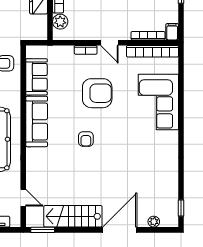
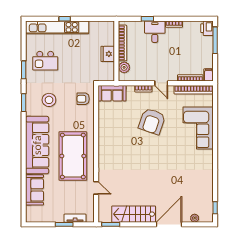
sofa: (36, 77) -> (112, 93), moved, turned 90
armchair: (97, 93) -> (152, 121), turned 109
sofa: (37, 122) -> (106, 143), removed
armchair: (86, 139) -> (143, 156), removed
door: (23, 198) -> (96, 188), moved

